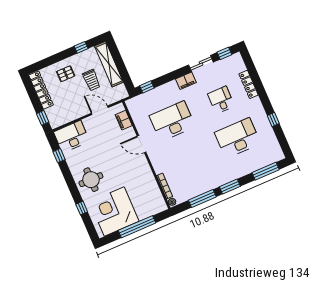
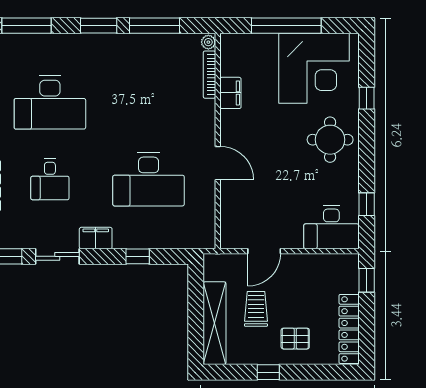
window: (81, 47) -> (268, 372), moved
window: (147, 87) -> (138, 256), moved
door: (100, 110) -> (264, 251), hinge flipped
filing cabinet: (124, 120) -> (230, 93), moved

